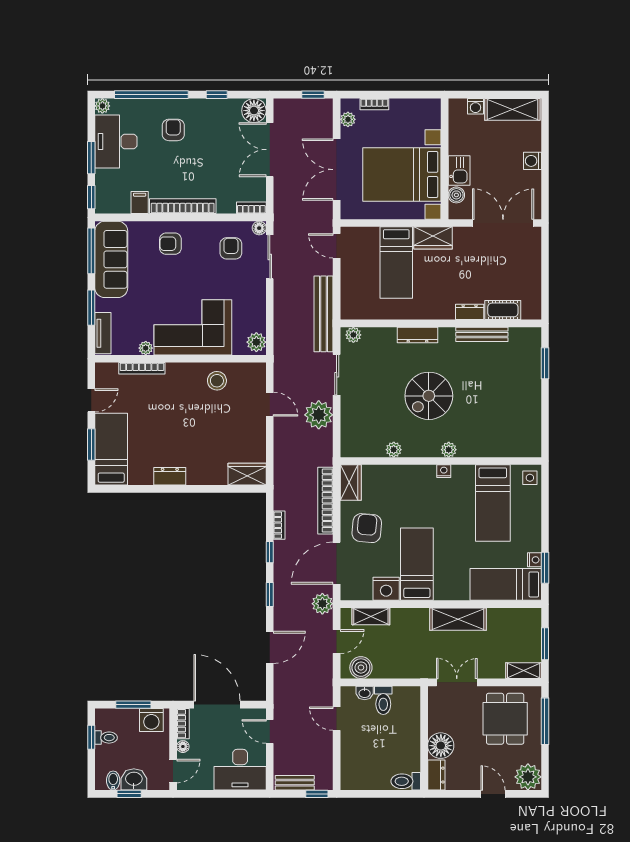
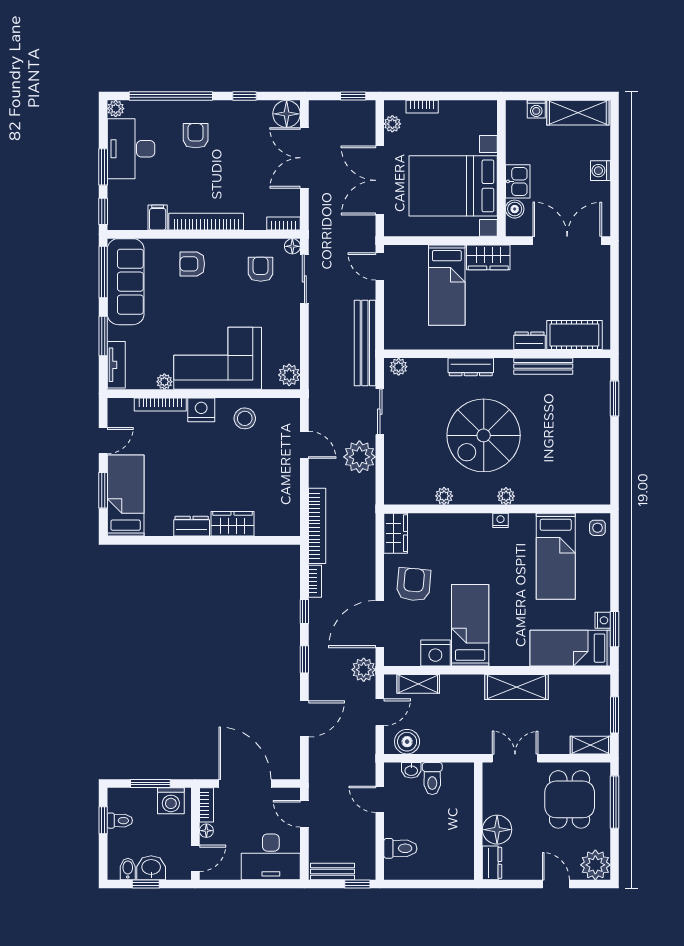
cot: (503, 310) -> (574, 335), width x1.37, depth x1.34
nightstand: (178, 373) -> (201, 410), added
spiral stairs: (429, 396) -> (484, 435), width x1.37, depth x1.37
wardrobe: (247, 474) -> (233, 524), moved
bookcase: (325, 501) -> (317, 526), moved, turned 180
toilet: (406, 781) -> (400, 848), moved, turned 180

